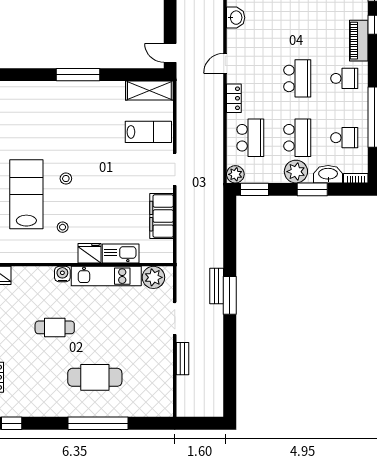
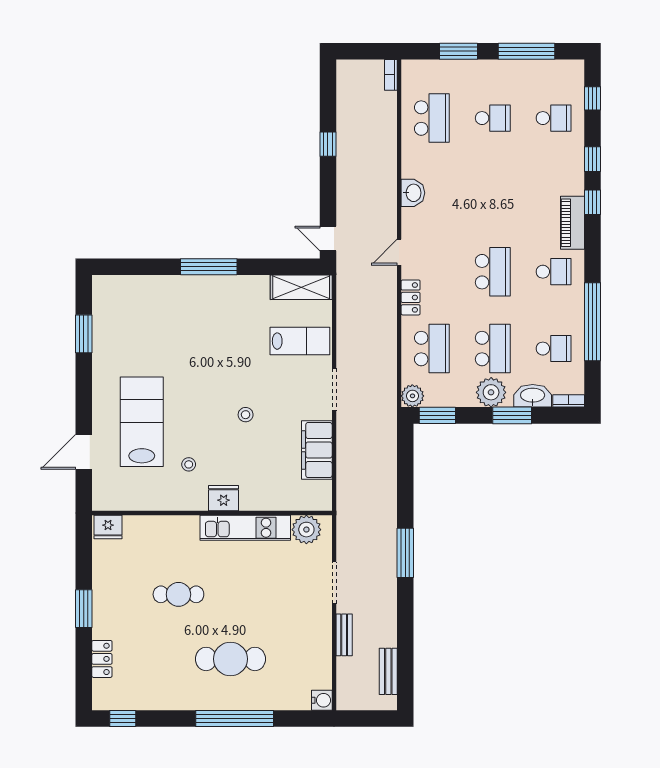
stool: (66, 179) -> (246, 415), moved
kitchen sink: (121, 253) -> (264, 499), removed
water cooler: (62, 274) -> (322, 700), moved, turned 90
bench: (217, 286) -> (388, 671), moved

